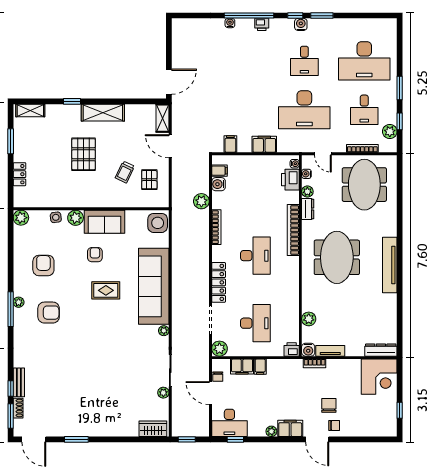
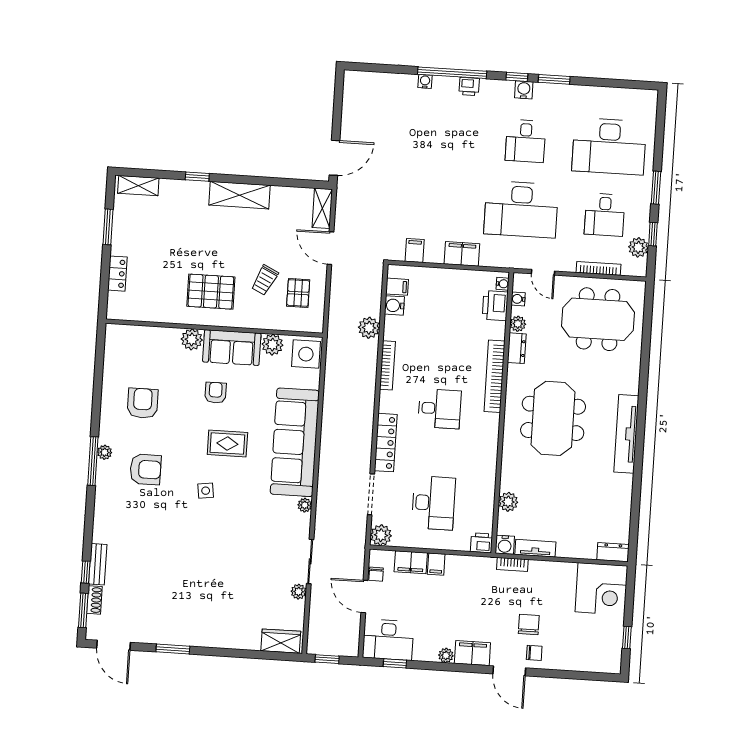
pallet: (84, 154) -> (211, 292), moved, turned 90
meeting table: (364, 185) -> (598, 319), turned 90
side table: (56, 217) -> (206, 491), moved
plant: (21, 218) -> (272, 345), moved
desk: (255, 256) -> (439, 409), width x0.73
dresser: (381, 350) -> (613, 552), width x0.70

